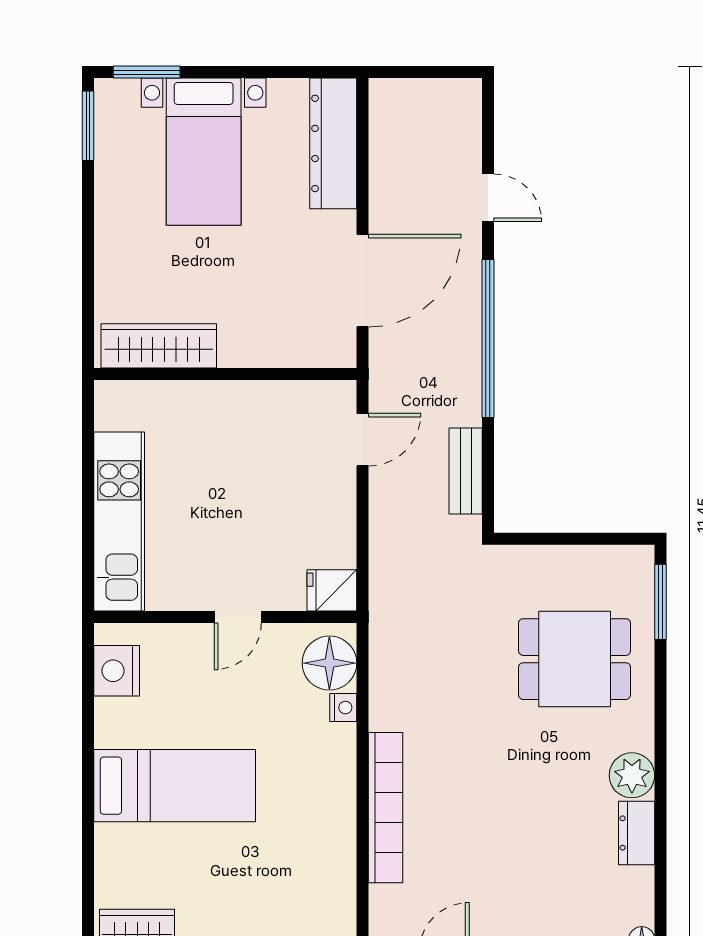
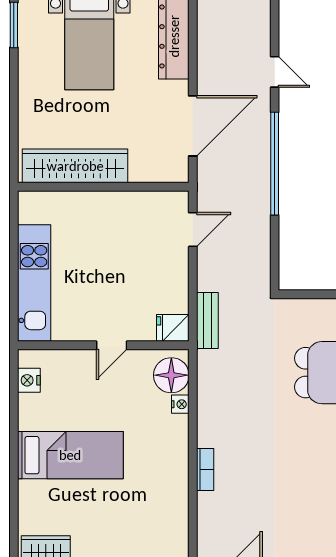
wardrobe: (159, 346) -> (75, 166), width x1.40, depth x1.17
bench: (466, 471) -> (207, 321), moved
nightstand: (117, 671) -> (29, 380), width x0.74, depth x0.75
bookcase: (385, 808) -> (205, 470), width x0.43, depth x0.76

